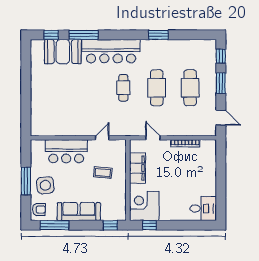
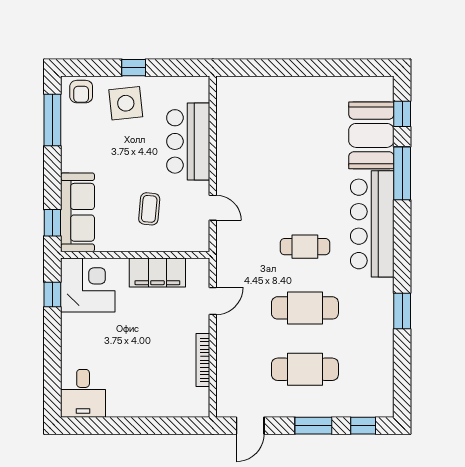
window: (26, 181) -> (134, 68), width x0.46
sofa: (79, 212) -> (78, 212), moved

